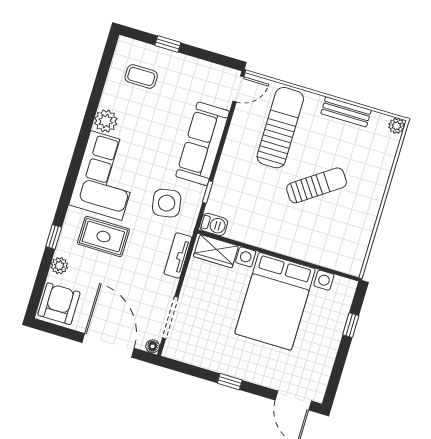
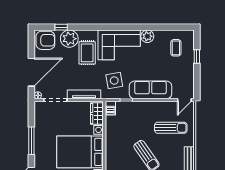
door: (238, 89) -> (184, 100), hinge flipped
sun lounger: (280, 128) -> (171, 128), width x0.73, depth x0.75
window: (54, 237) -> (61, 27), moved
tv unit: (178, 255) -> (84, 94), width x1.41
plant: (59, 266) -> (69, 39), width x1.88, depth x1.88
window: (230, 382) -> (31, 141), width x2.17

